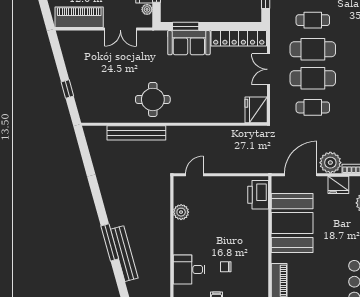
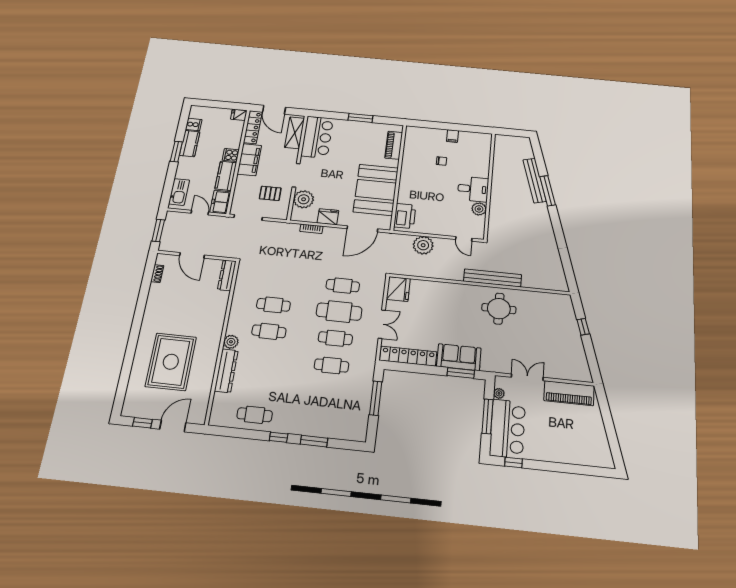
cafe table: (313, 49) -> (335, 338), width x0.73, depth x0.74
bench: (136, 133) -> (493, 278), moved
plant: (330, 163) -> (423, 245), moved
door: (194, 175) -> (464, 239), hinge flipped
desk: (189, 269) -> (473, 189), moved

